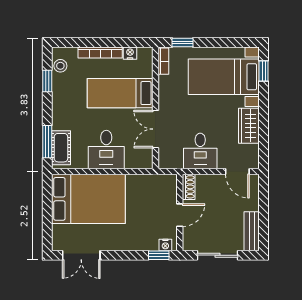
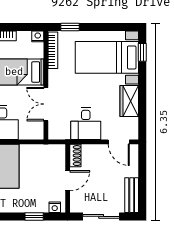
nightstand: (130, 53) -> (38, 36), moved
bookcase: (163, 61) -> (53, 50), width x1.56
window: (159, 255) -> (34, 216), moved

